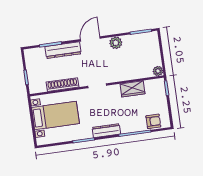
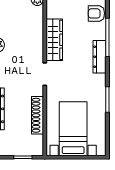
wardrobe: (132, 89) -> (54, 40), width x1.50
armchair: (153, 121) -> (96, 13), turned -90
dresser: (106, 131) -> (100, 57), moved

